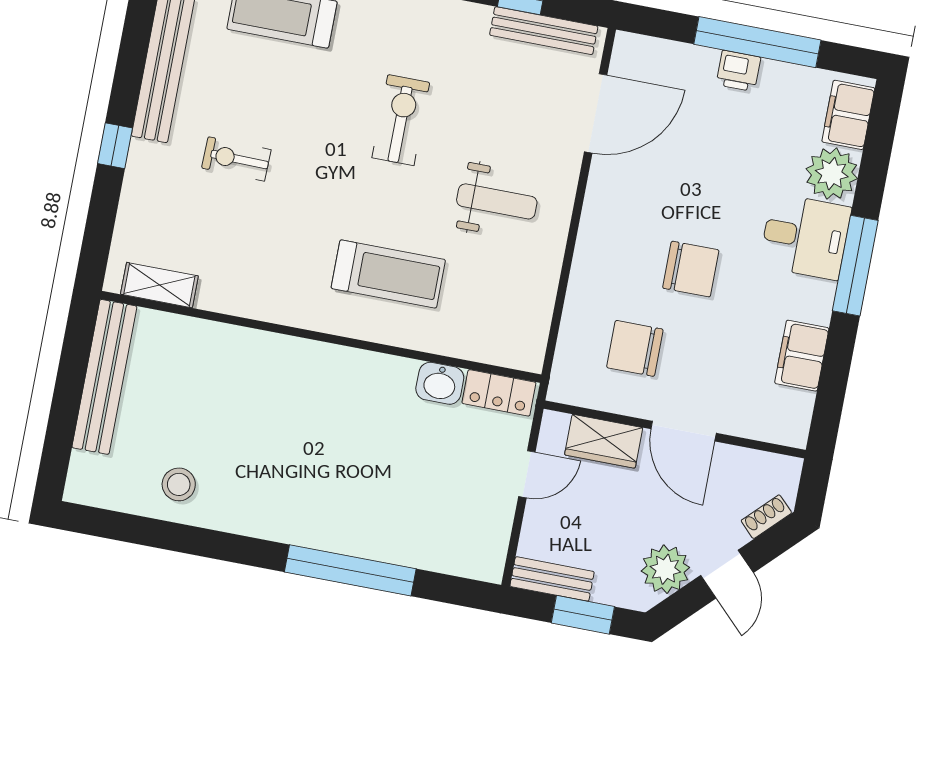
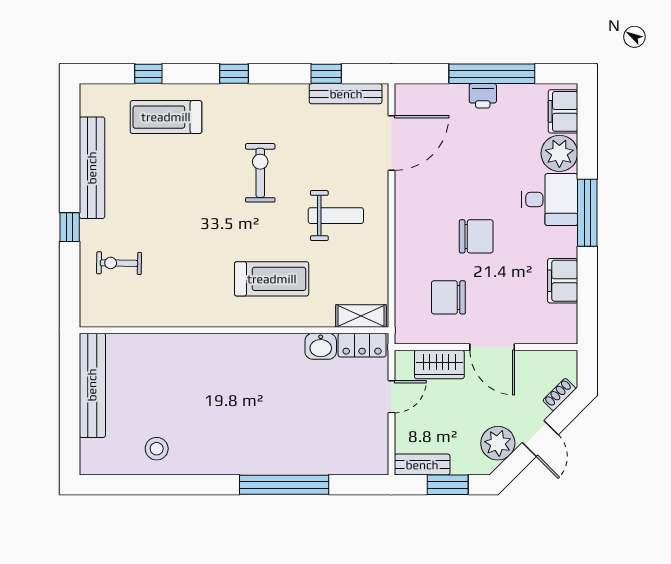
exercise bike: (236, 159) -> (119, 263), moved
shelving: (159, 285) -> (361, 316), moved

